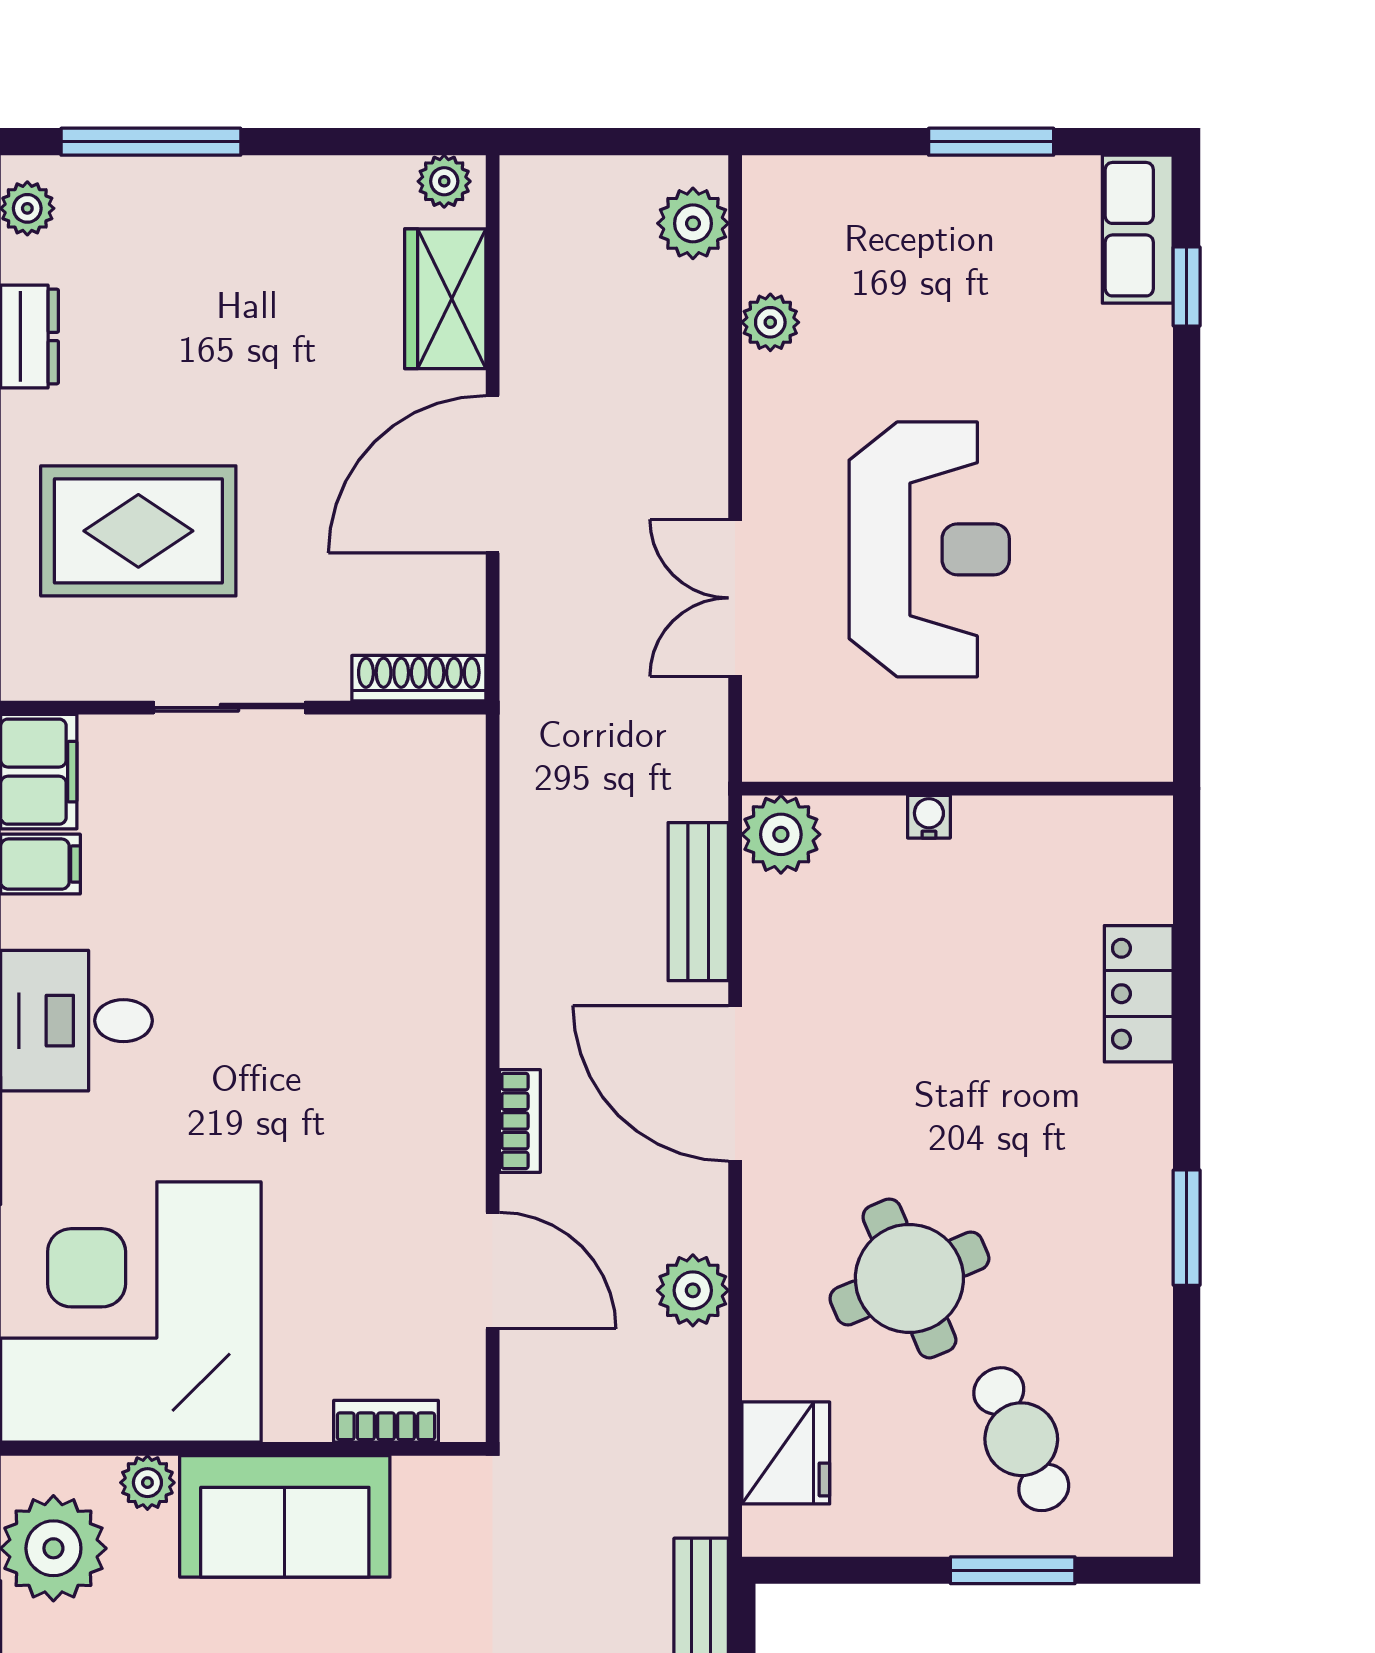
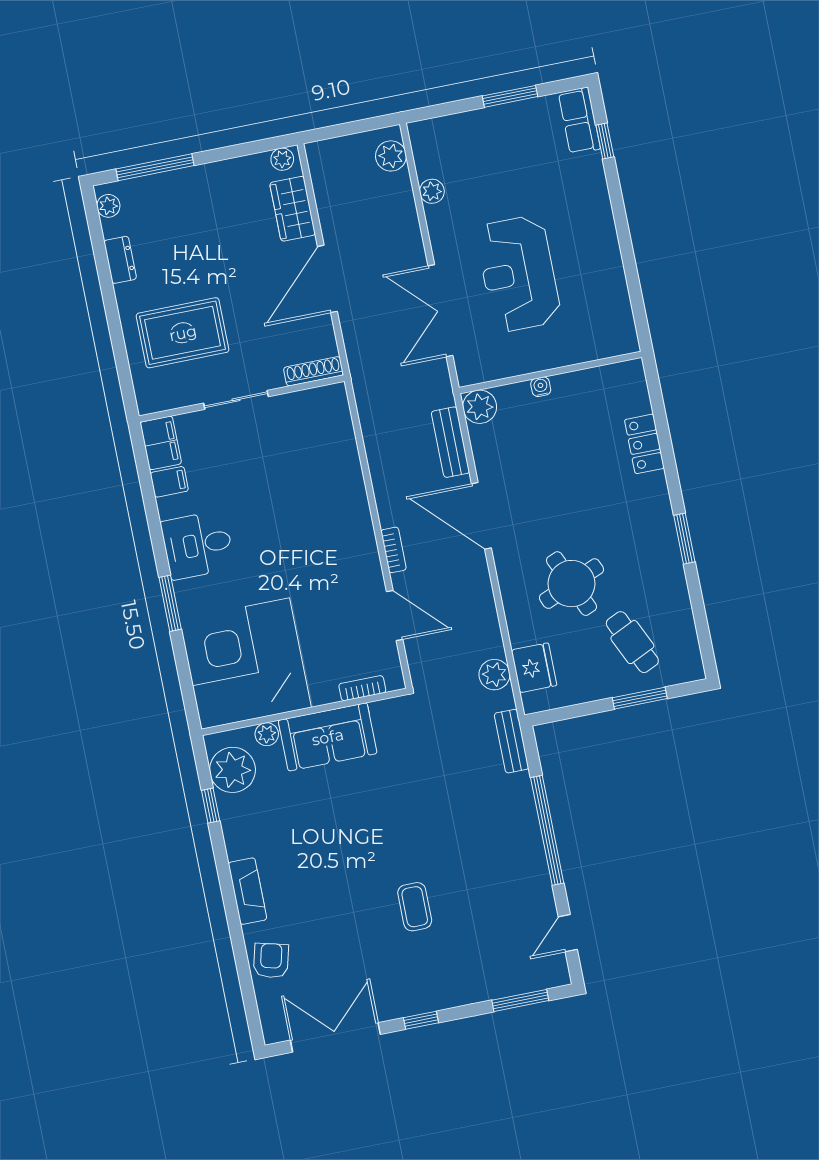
reception desk: (929, 549) -> (518, 274), turned 180
double door: (735, 598) -> (440, 311), width x1.37
plant: (693, 1290) -> (494, 675), moved

